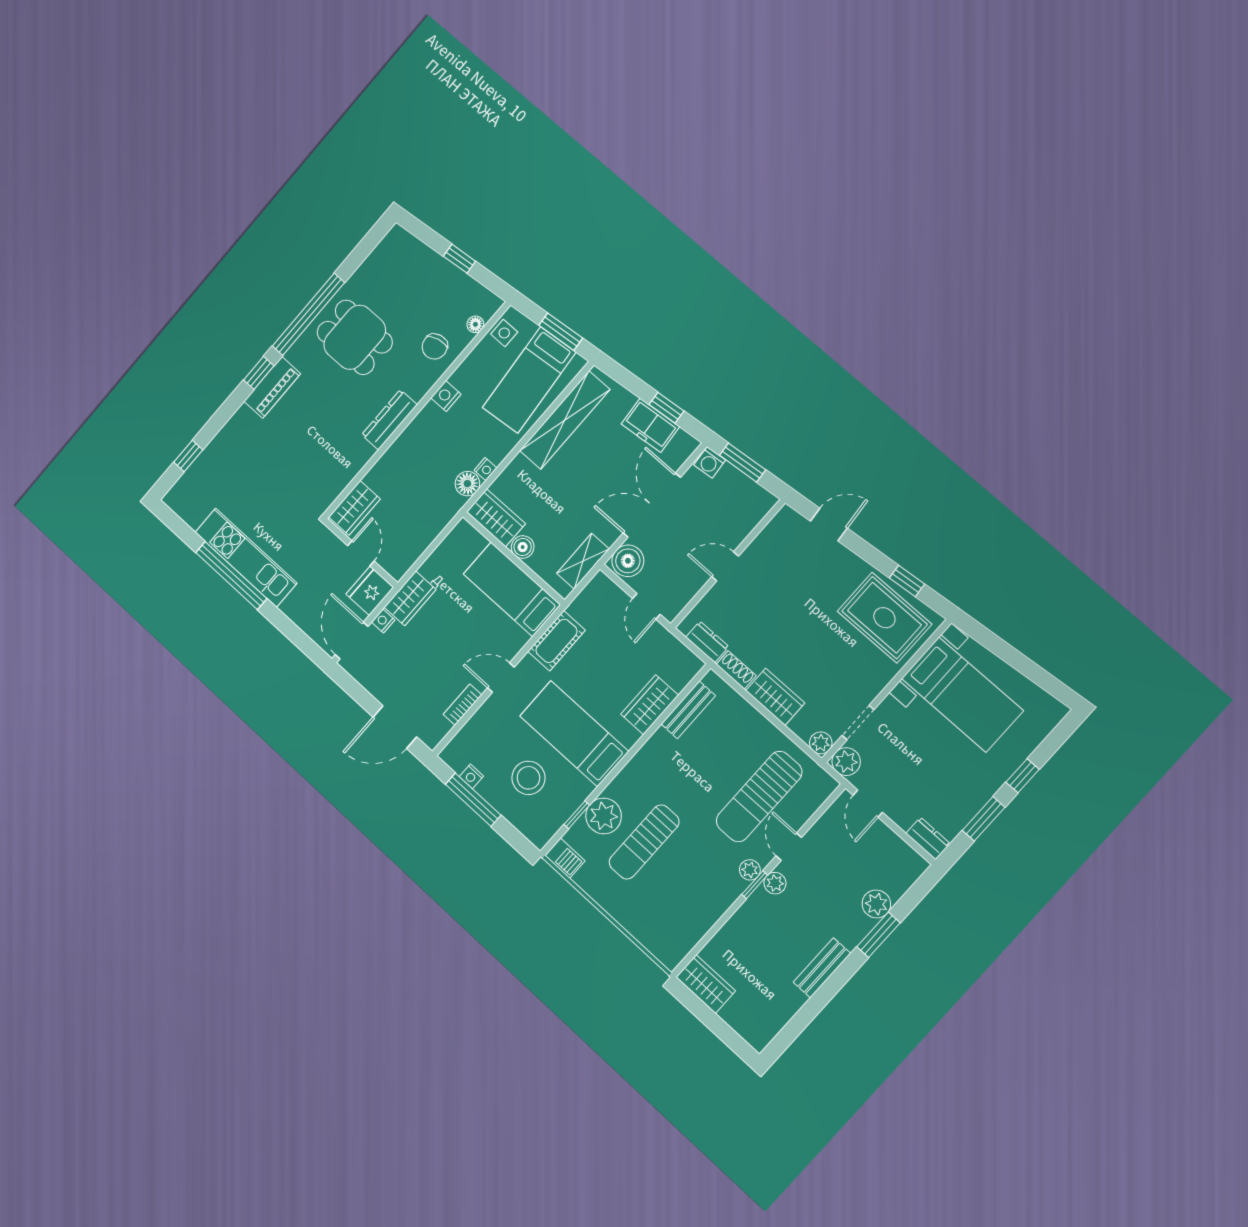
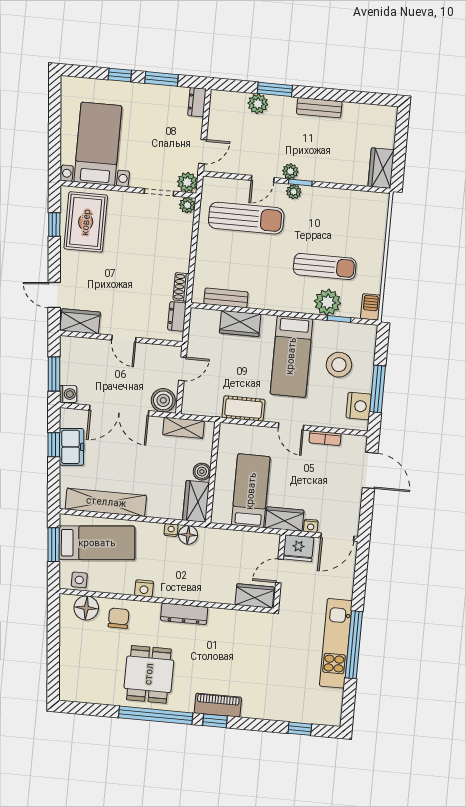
window: (459, 259) -> (53, 643), removed
floor lamp: (475, 324) -> (86, 608), width x1.89, depth x1.89
chair: (435, 347) -> (119, 618), turned -78
bed: (512, 589) -> (251, 491), moved, turned 180
wardrobe: (775, 697) -> (80, 321), moved, turned 90
nightstand: (471, 776) -> (359, 406), width x1.89, depth x1.79

